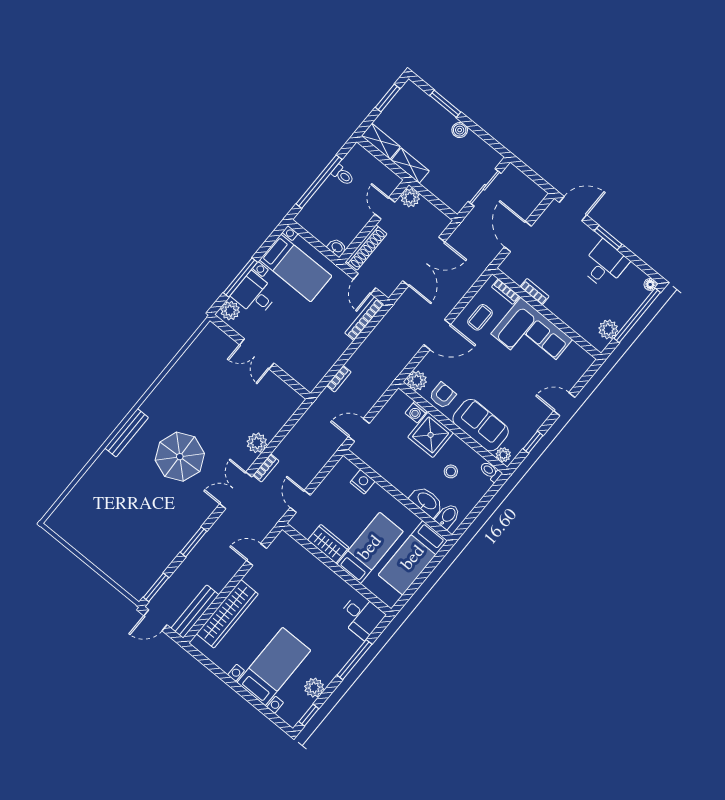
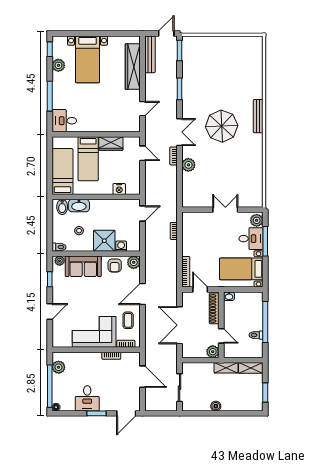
window: (445, 104) -> (234, 413), removed

